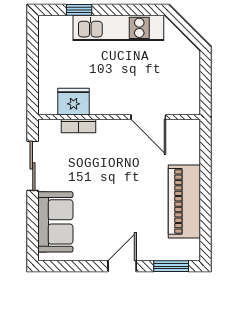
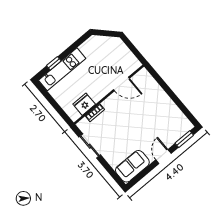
kitchen unit: (118, 28) -> (62, 69), moved
piano: (184, 201) -> (167, 107), removed
sofa: (55, 222) -> (132, 166), moved, turned -90

